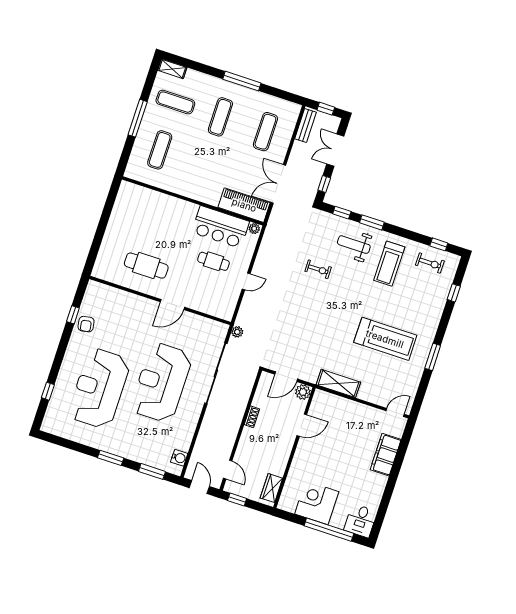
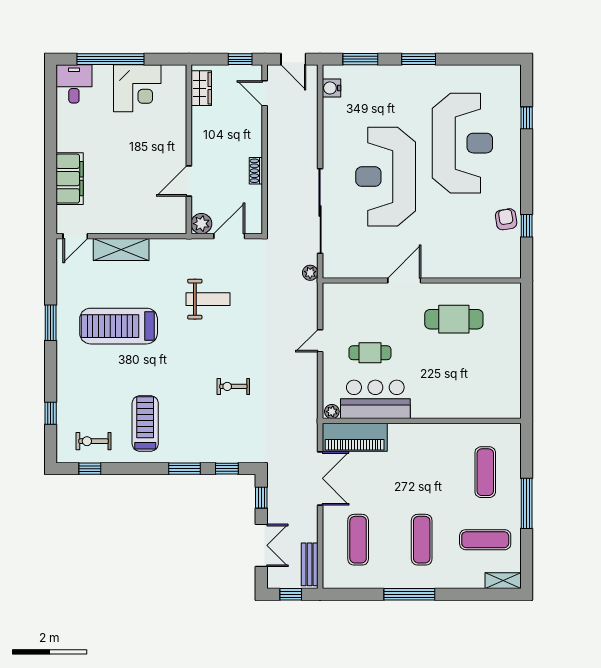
weight bench: (354, 245) -> (208, 299), moved
reception desk: (161, 382) -> (386, 177), turned 180
shelving: (338, 383) -> (121, 249), moved

